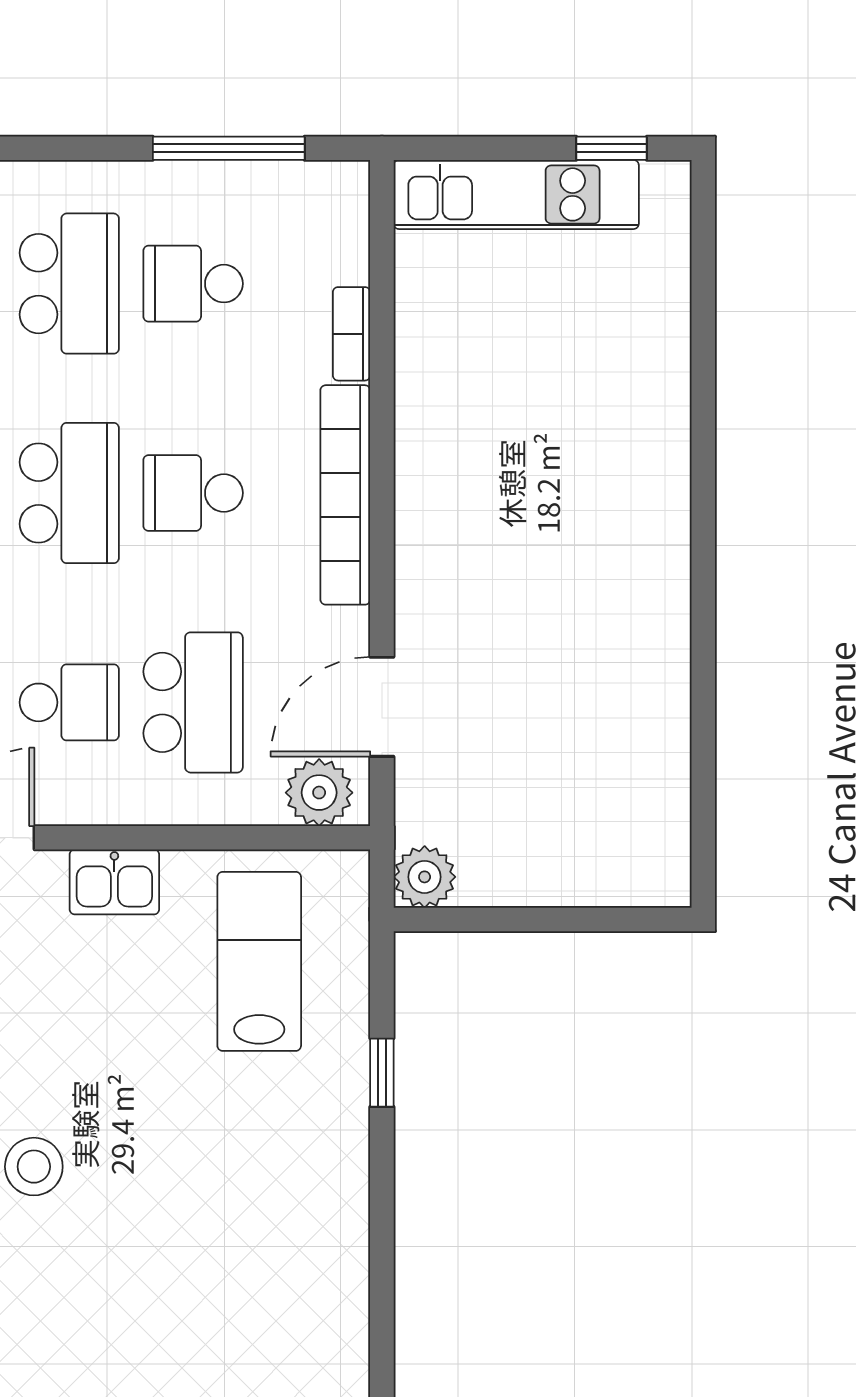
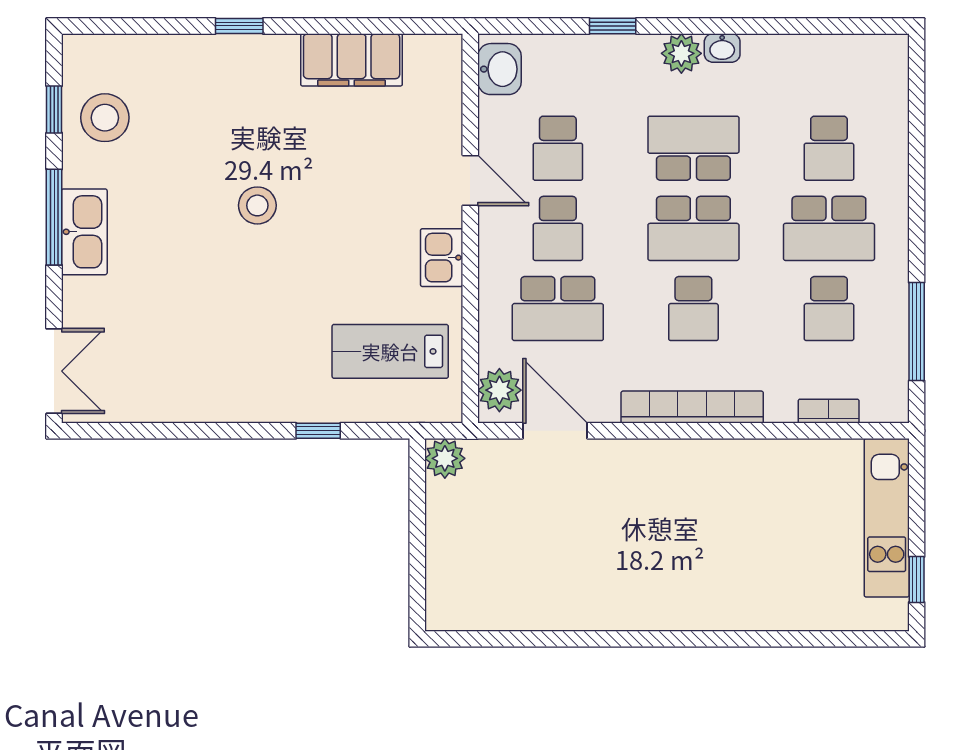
school desk: (193, 284) -> (829, 309), turned 180
bookcase: (352, 334) -> (829, 411), moved
school desk: (193, 493) -> (693, 309), turned 180
lab bench: (259, 961) -> (390, 351), turned 180

